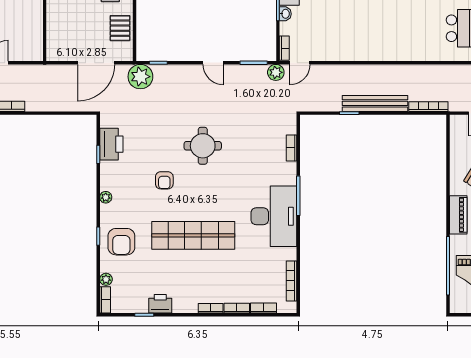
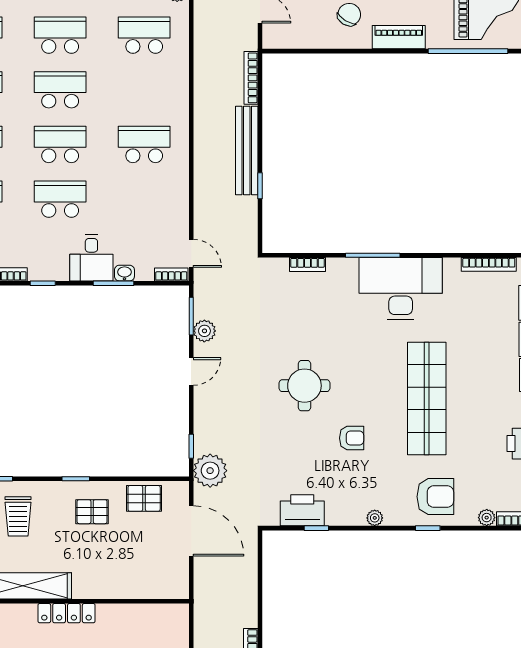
school desk: (380, 28) -> (144, 145), added
plant: (276, 72) -> (204, 331), moved

